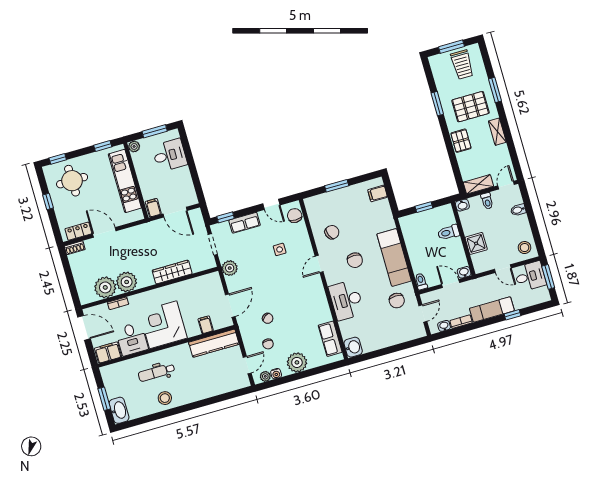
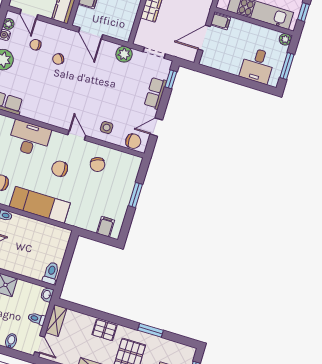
window: (424, 207) -> (67, 260), removed
toilet: (449, 232) -> (51, 273), moved
side table: (280, 249) -> (107, 127), moved

